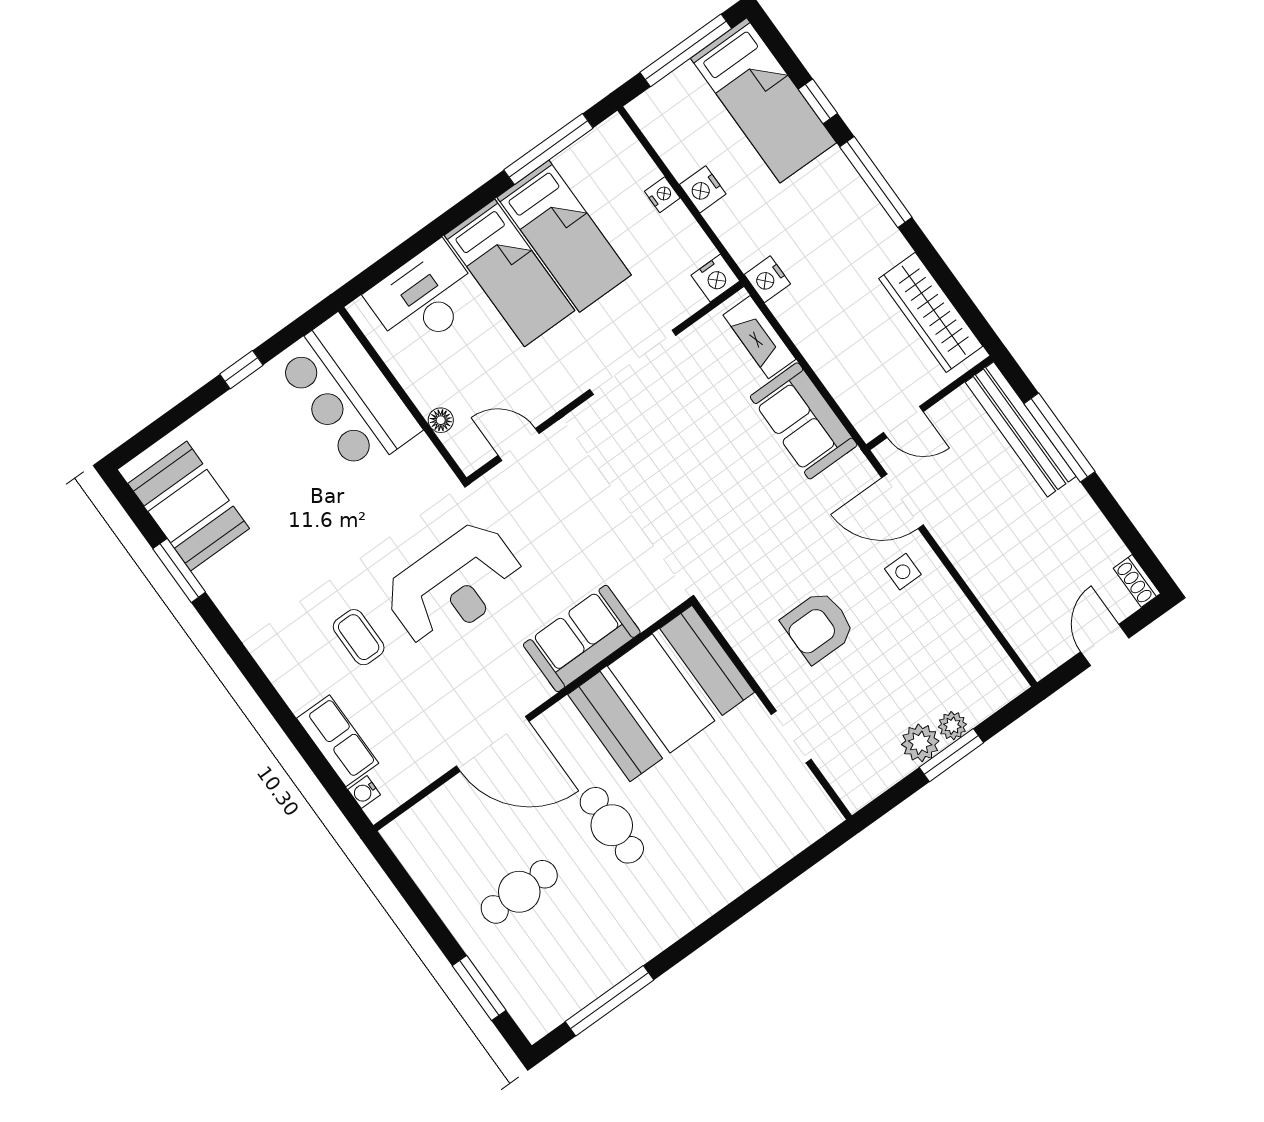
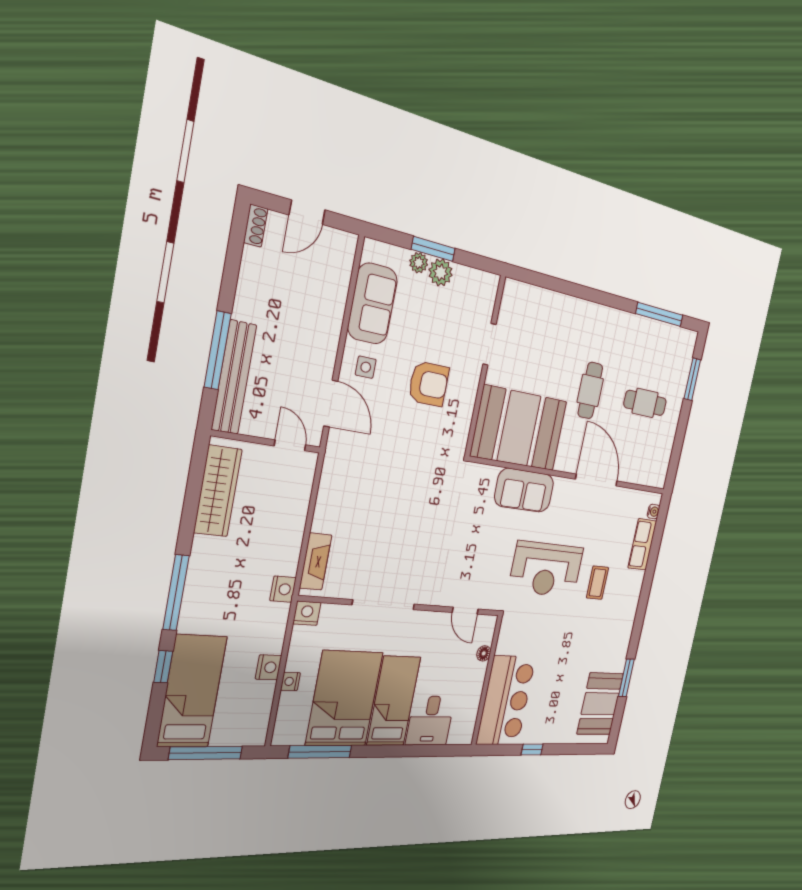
bed: (564, 236) -> (344, 699), width x1.50
desk: (424, 297) -> (430, 721), width x0.73
sofa: (804, 421) -> (372, 304), moved
reception desk: (454, 585) -> (546, 569), turned 180

